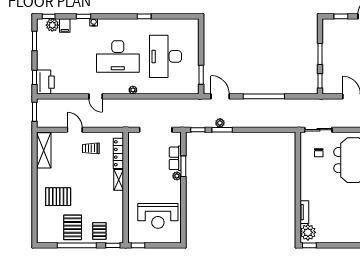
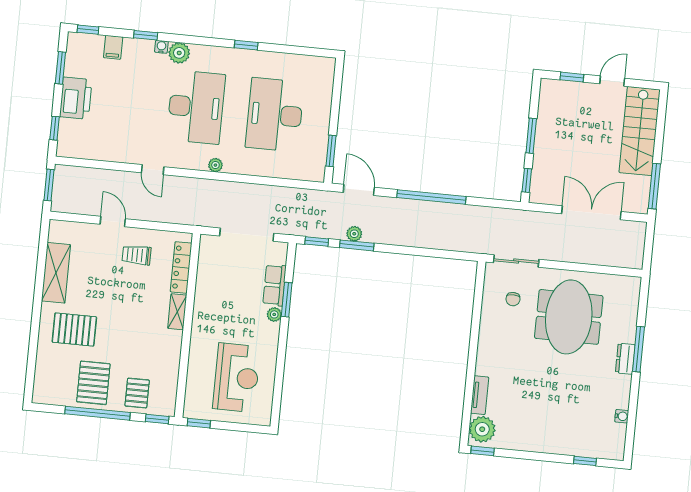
plant: (52, 25) -> (179, 53), moved
desk: (118, 56) -> (196, 107), turned -90
printer: (45, 82) -> (76, 98), moved
shelving: (44, 150) -> (56, 273), moved
reception desk: (158, 216) -> (237, 378), turned -90

